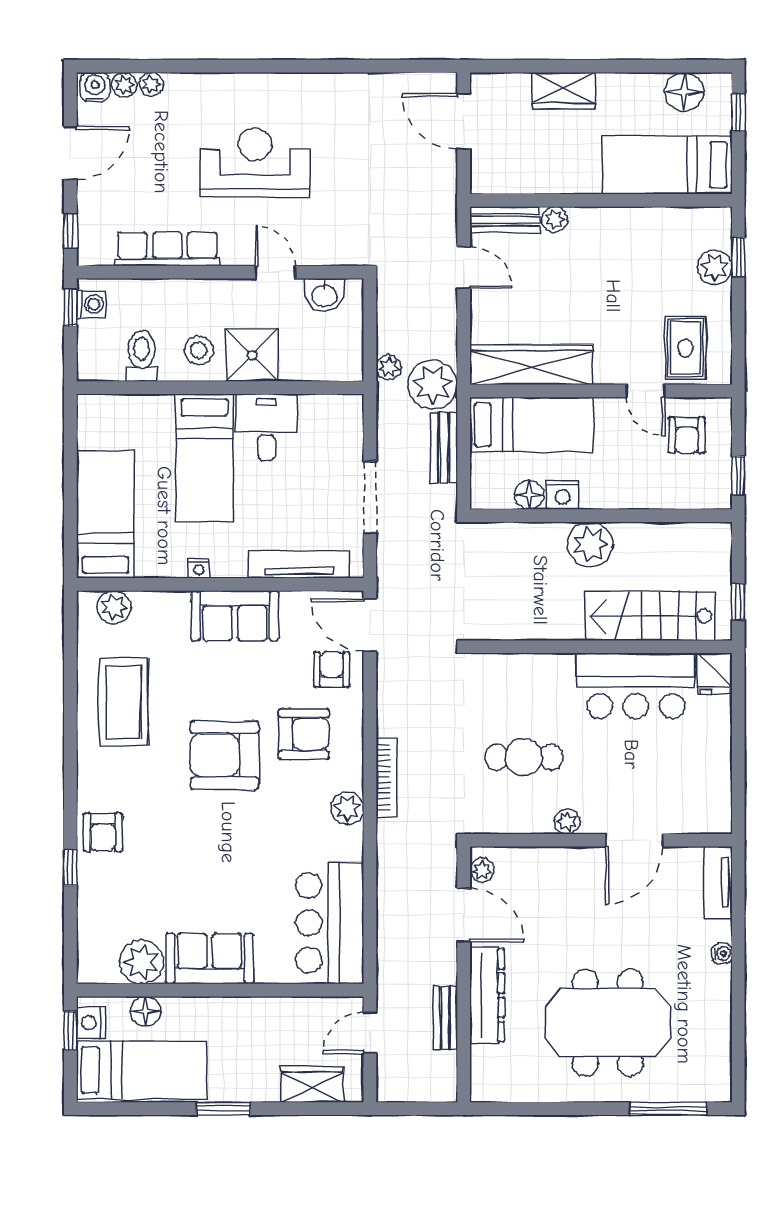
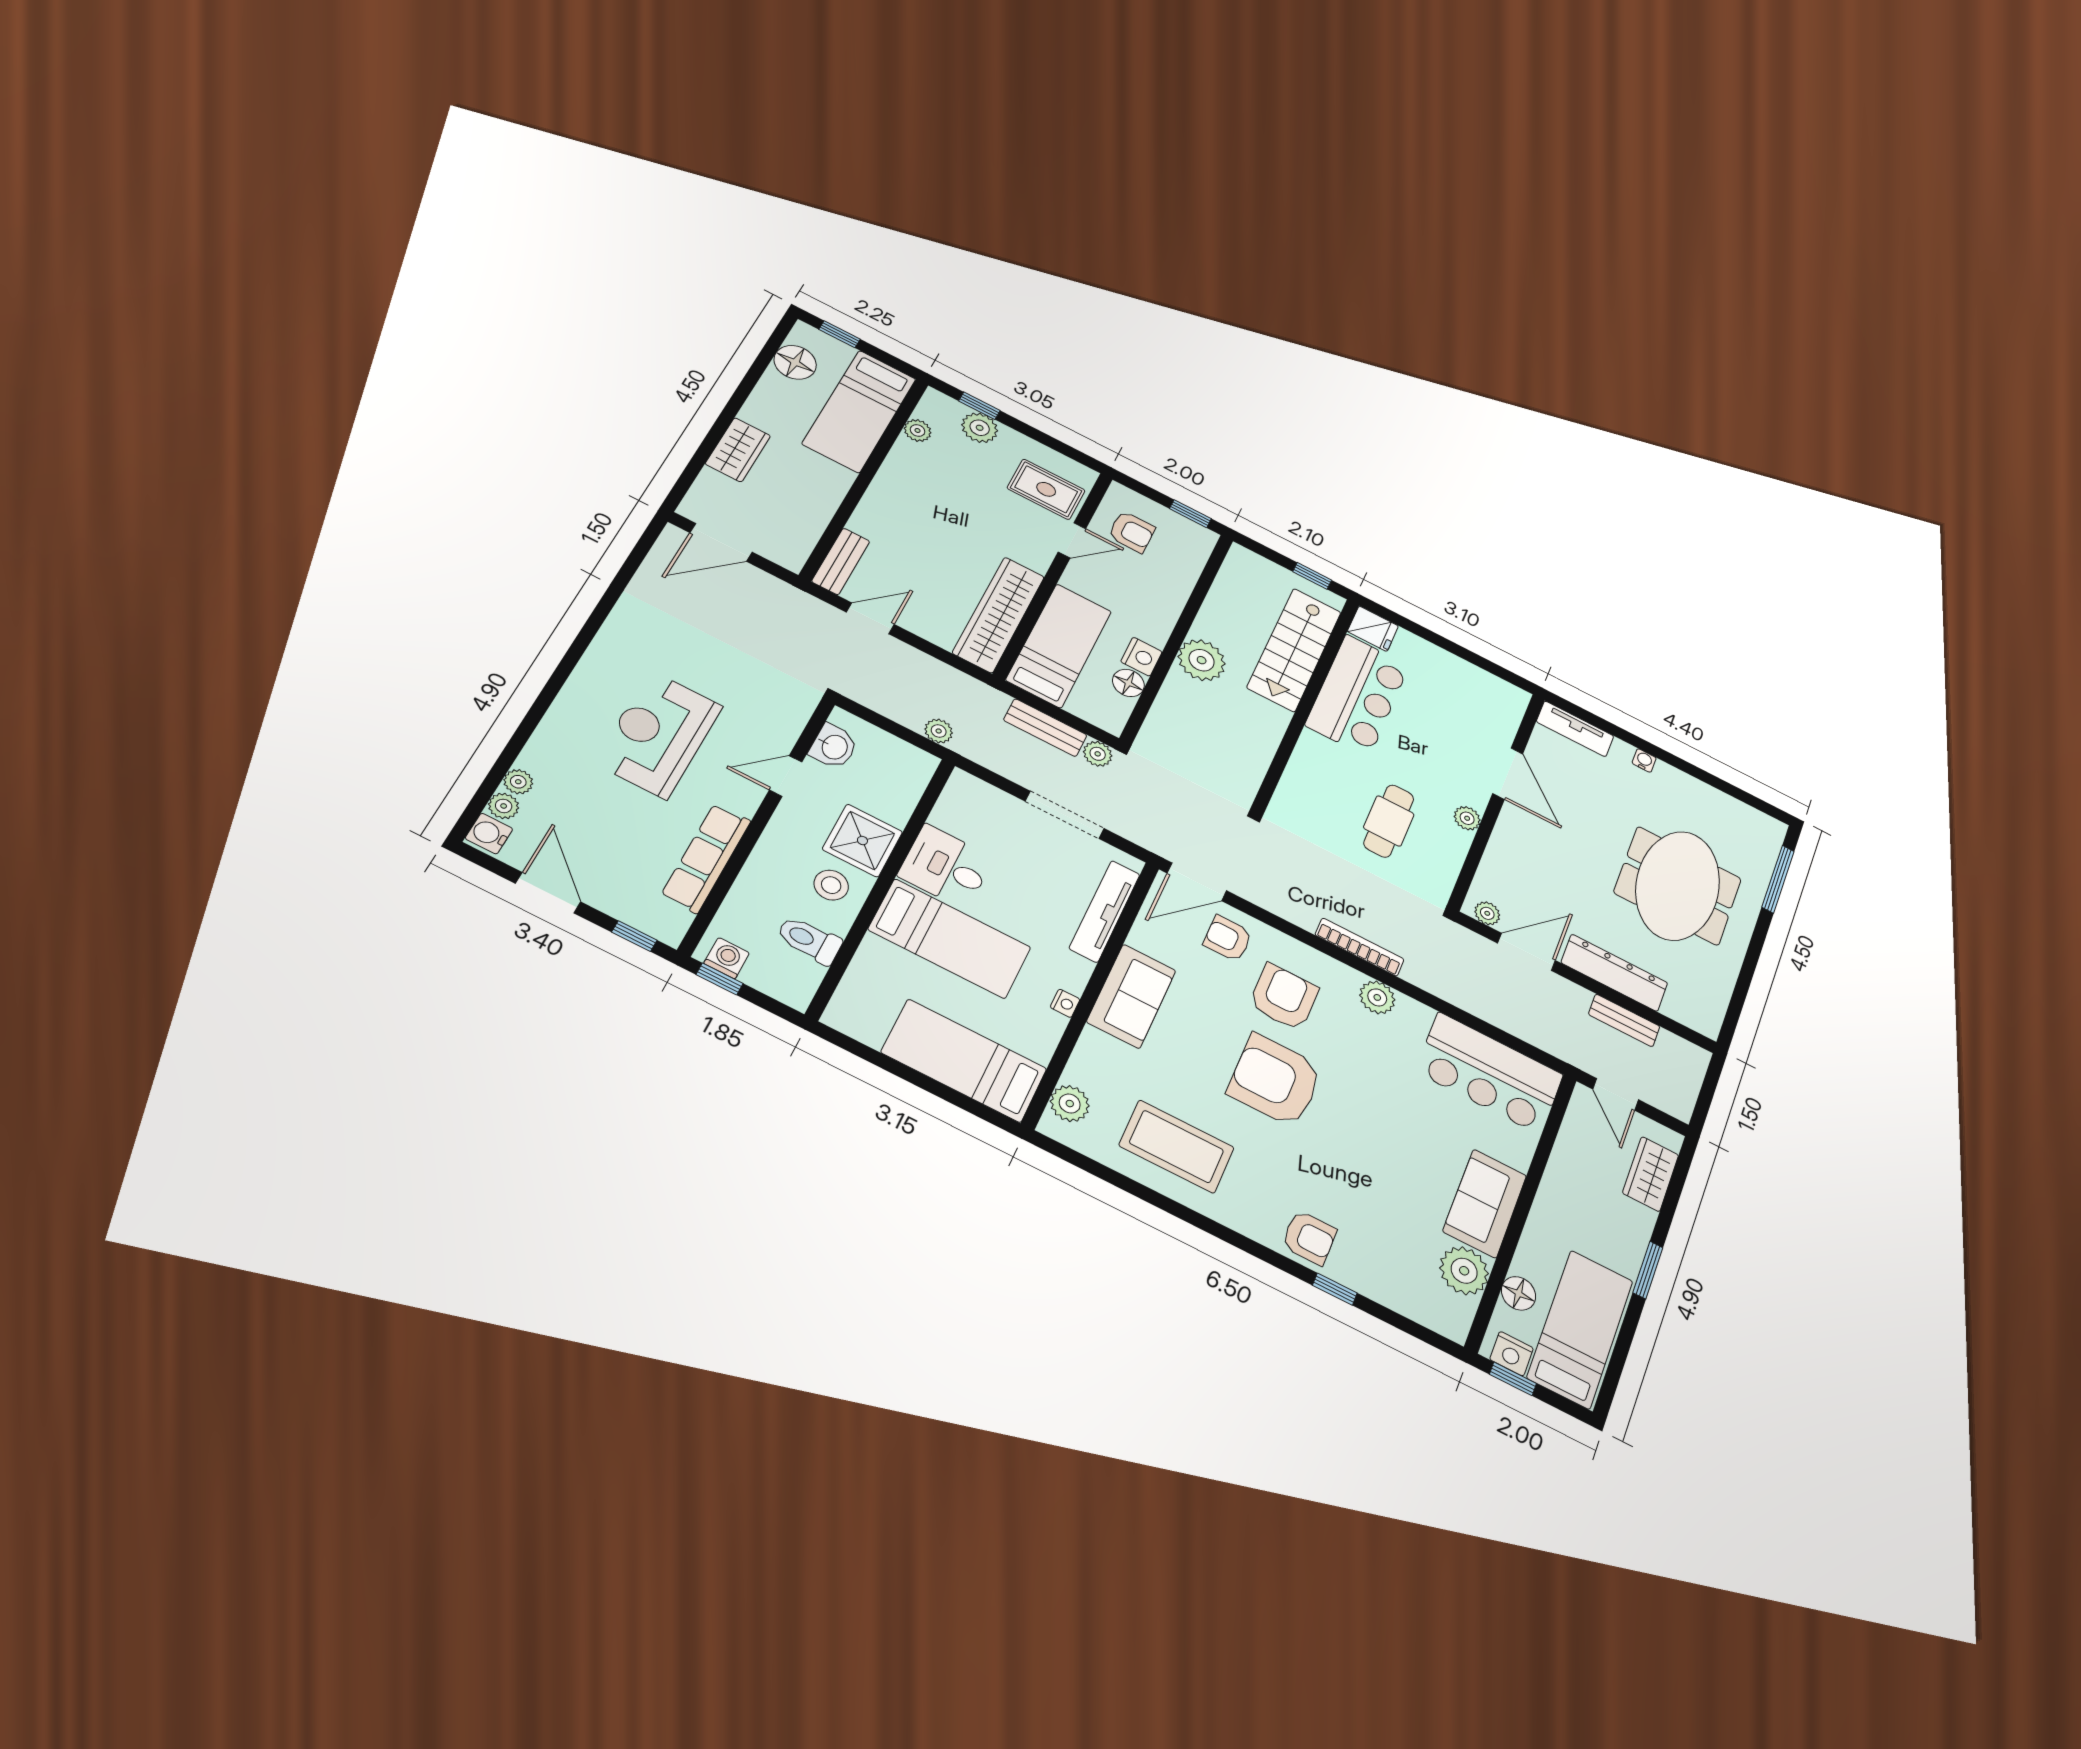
plant: (555, 219) -> (918, 430), moved
plant: (433, 385) -> (1098, 754), moved, width x0.53, depth x0.53
armchair: (224, 755) -> (1275, 1080), turned 90

